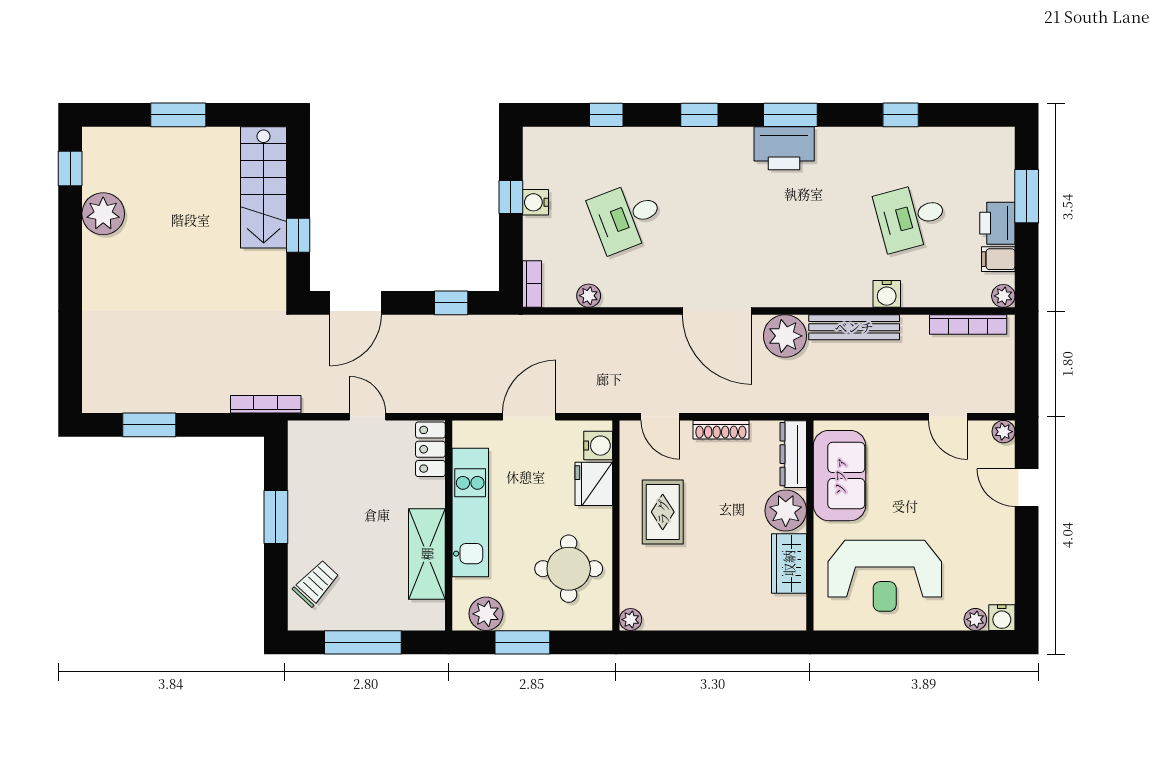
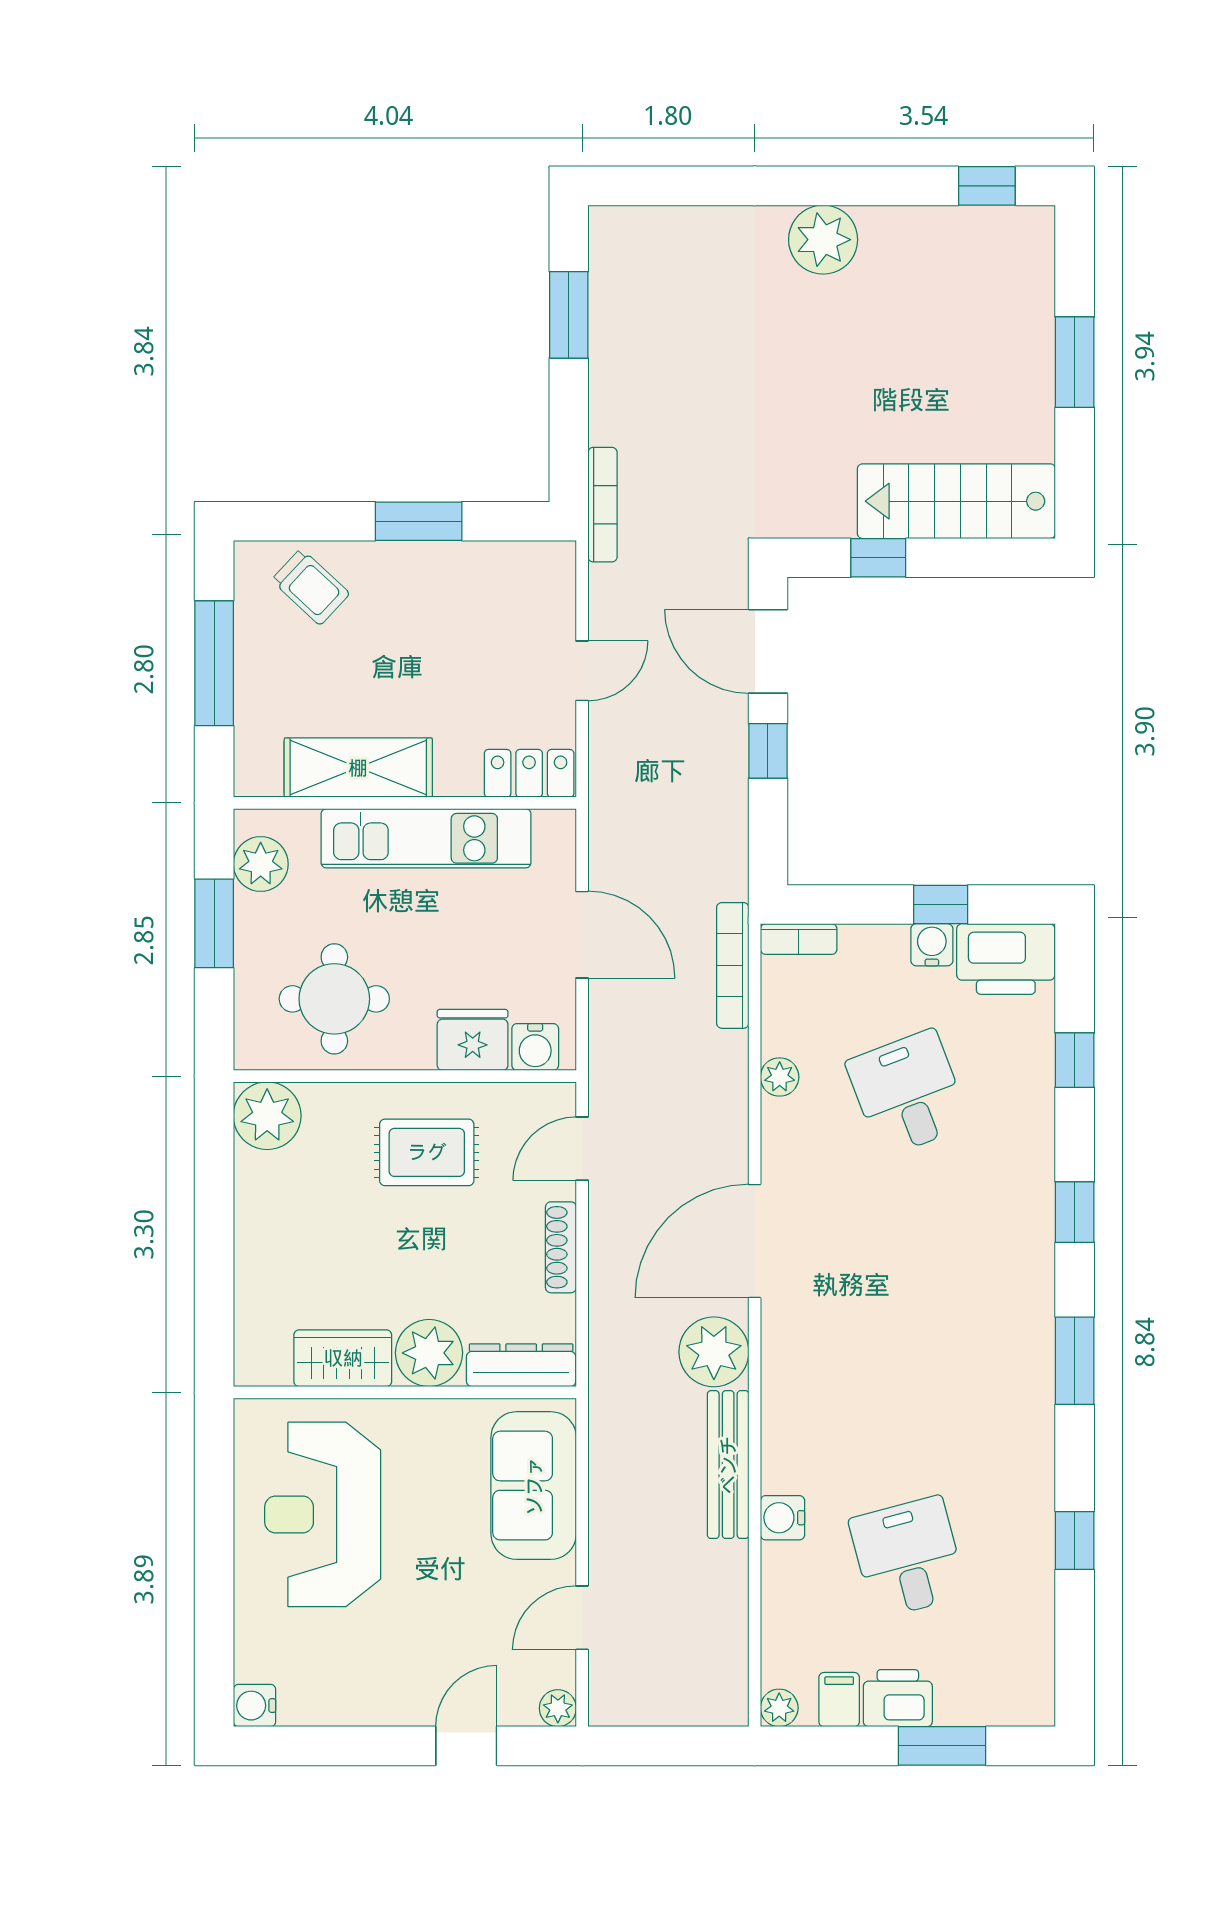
printer: (784, 148) -> (1006, 959), moved, turned -90
plant: (103, 214) -> (823, 240), moved
plant: (589, 296) -> (780, 1077), moved
window: (451, 303) -> (768, 751), moved
bookcase: (968, 324) -> (733, 965), moved
sofa: (840, 476) -> (534, 1486), moved, turned 90
plant: (975, 619) -> (251, 1662), removed
plant: (631, 620) -> (267, 1116), width x1.88, depth x1.88

